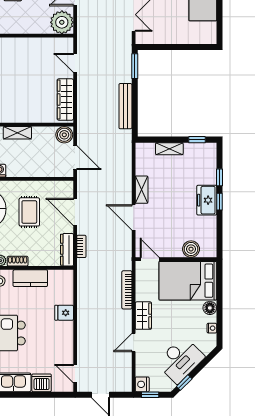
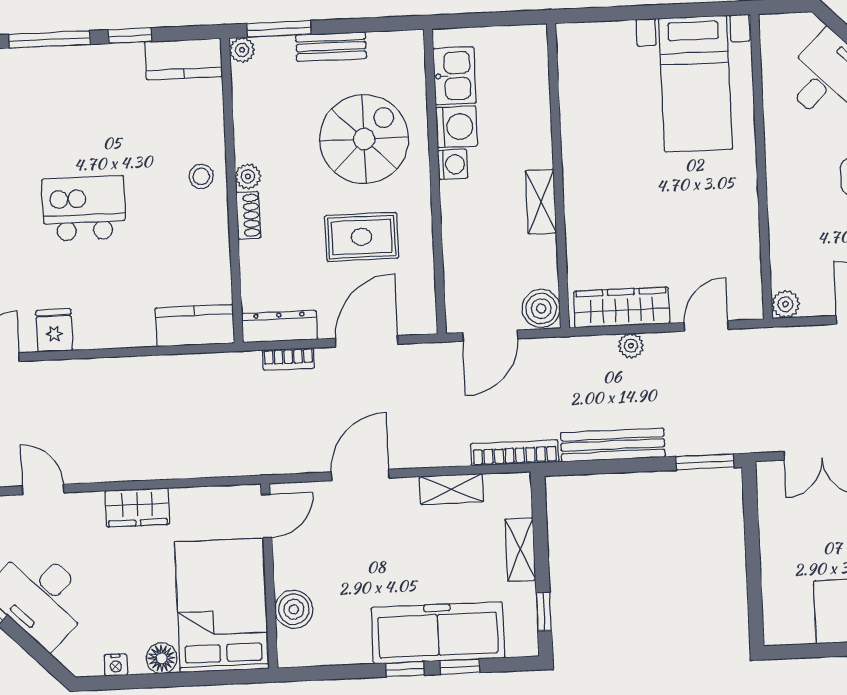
plant: (62, 22) -> (786, 304), width x0.53, depth x0.53
plant: (82, 96) -> (631, 346), added
shelving: (142, 190) -> (451, 489), moved
freezer: (207, 200) -> (438, 633), width x1.91, depth x1.26
kitchen counter: (30, 278) -> (195, 326), moved, turned 90
bookcase: (127, 290) -> (515, 453), moved
fridge: (64, 313) -> (54, 330), moved
door: (134, 343) -> (43, 489), moved

